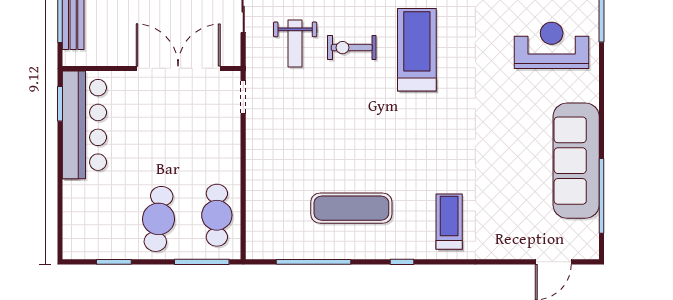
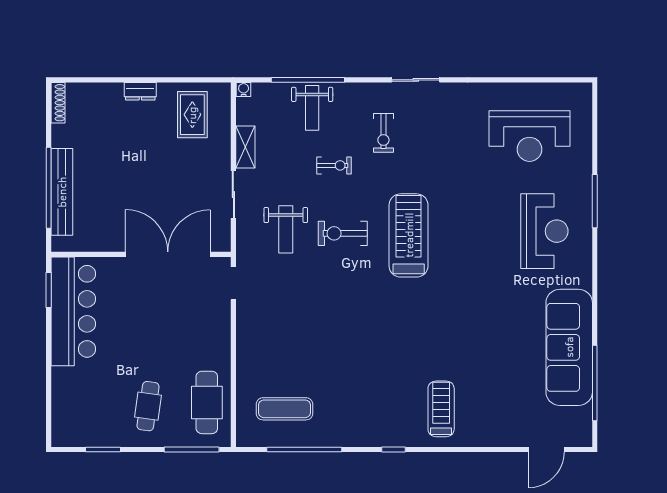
reception desk: (552, 45) -> (544, 231), turned 90
exercise mat: (351, 208) -> (284, 409), moved, width x0.73, depth x0.69
cafe table: (159, 219) -> (148, 406), width x0.73, depth x0.74

